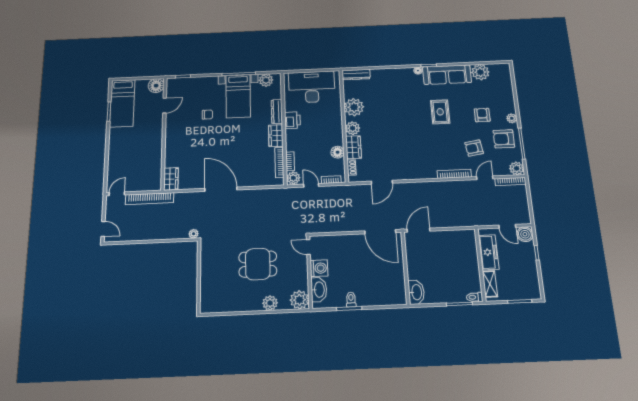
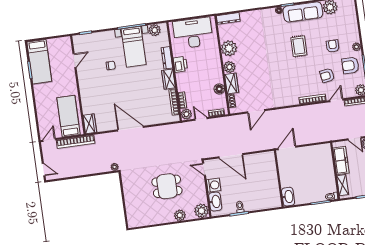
floor lamp: (156, 86) -> (64, 43), removed
bed: (146, 168) -> (69, 116), added
door: (380, 232) -> (231, 156), moved

